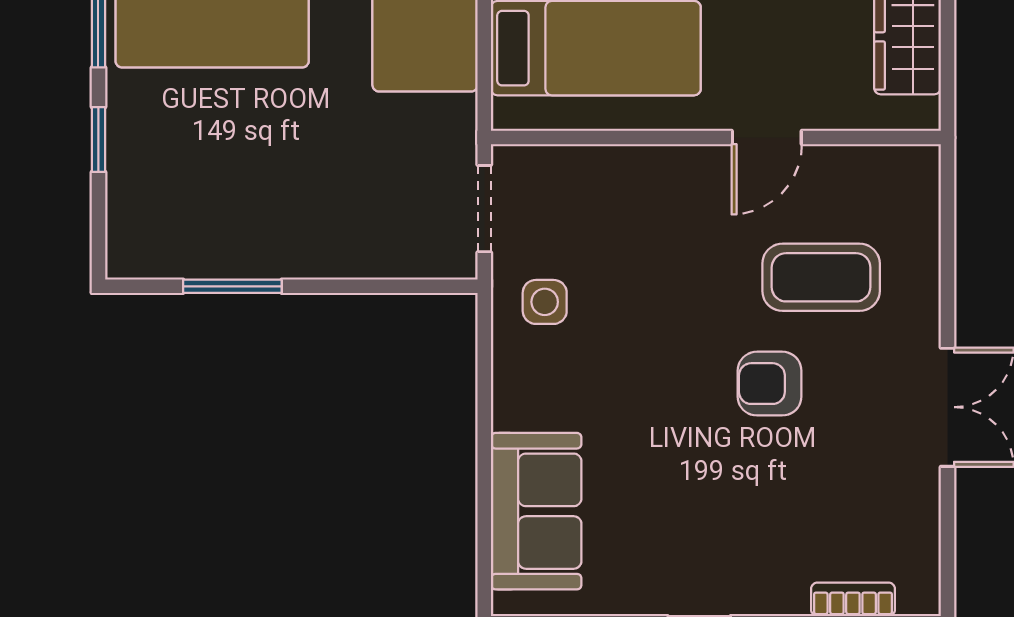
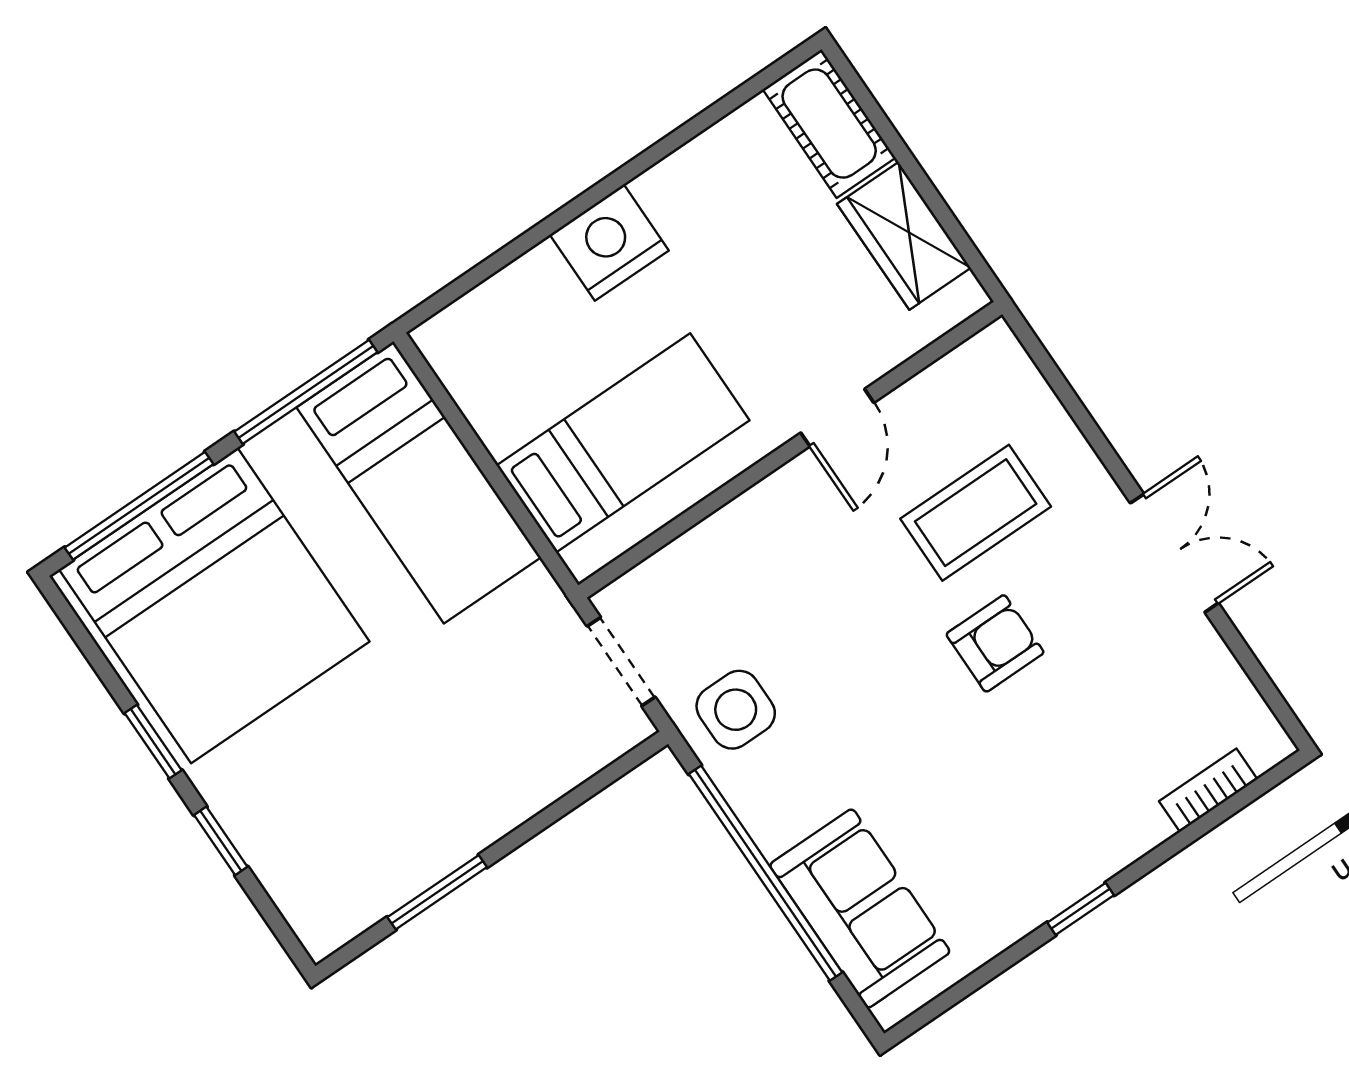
side table: (545, 302) -> (736, 710), width x1.37, depth x1.37
armchair: (770, 384) -> (995, 643), turned 180
window: (484, 438) -> (765, 873), added

